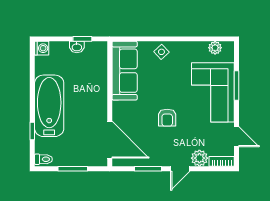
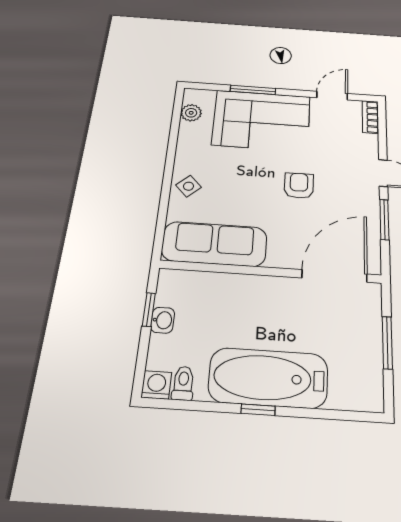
armchair: (167, 118) -> (299, 186), turned -90
window: (32, 131) -> (258, 410), moved
plant: (199, 158) -> (366, 146), removed
toilet: (43, 159) -> (183, 383), moved

